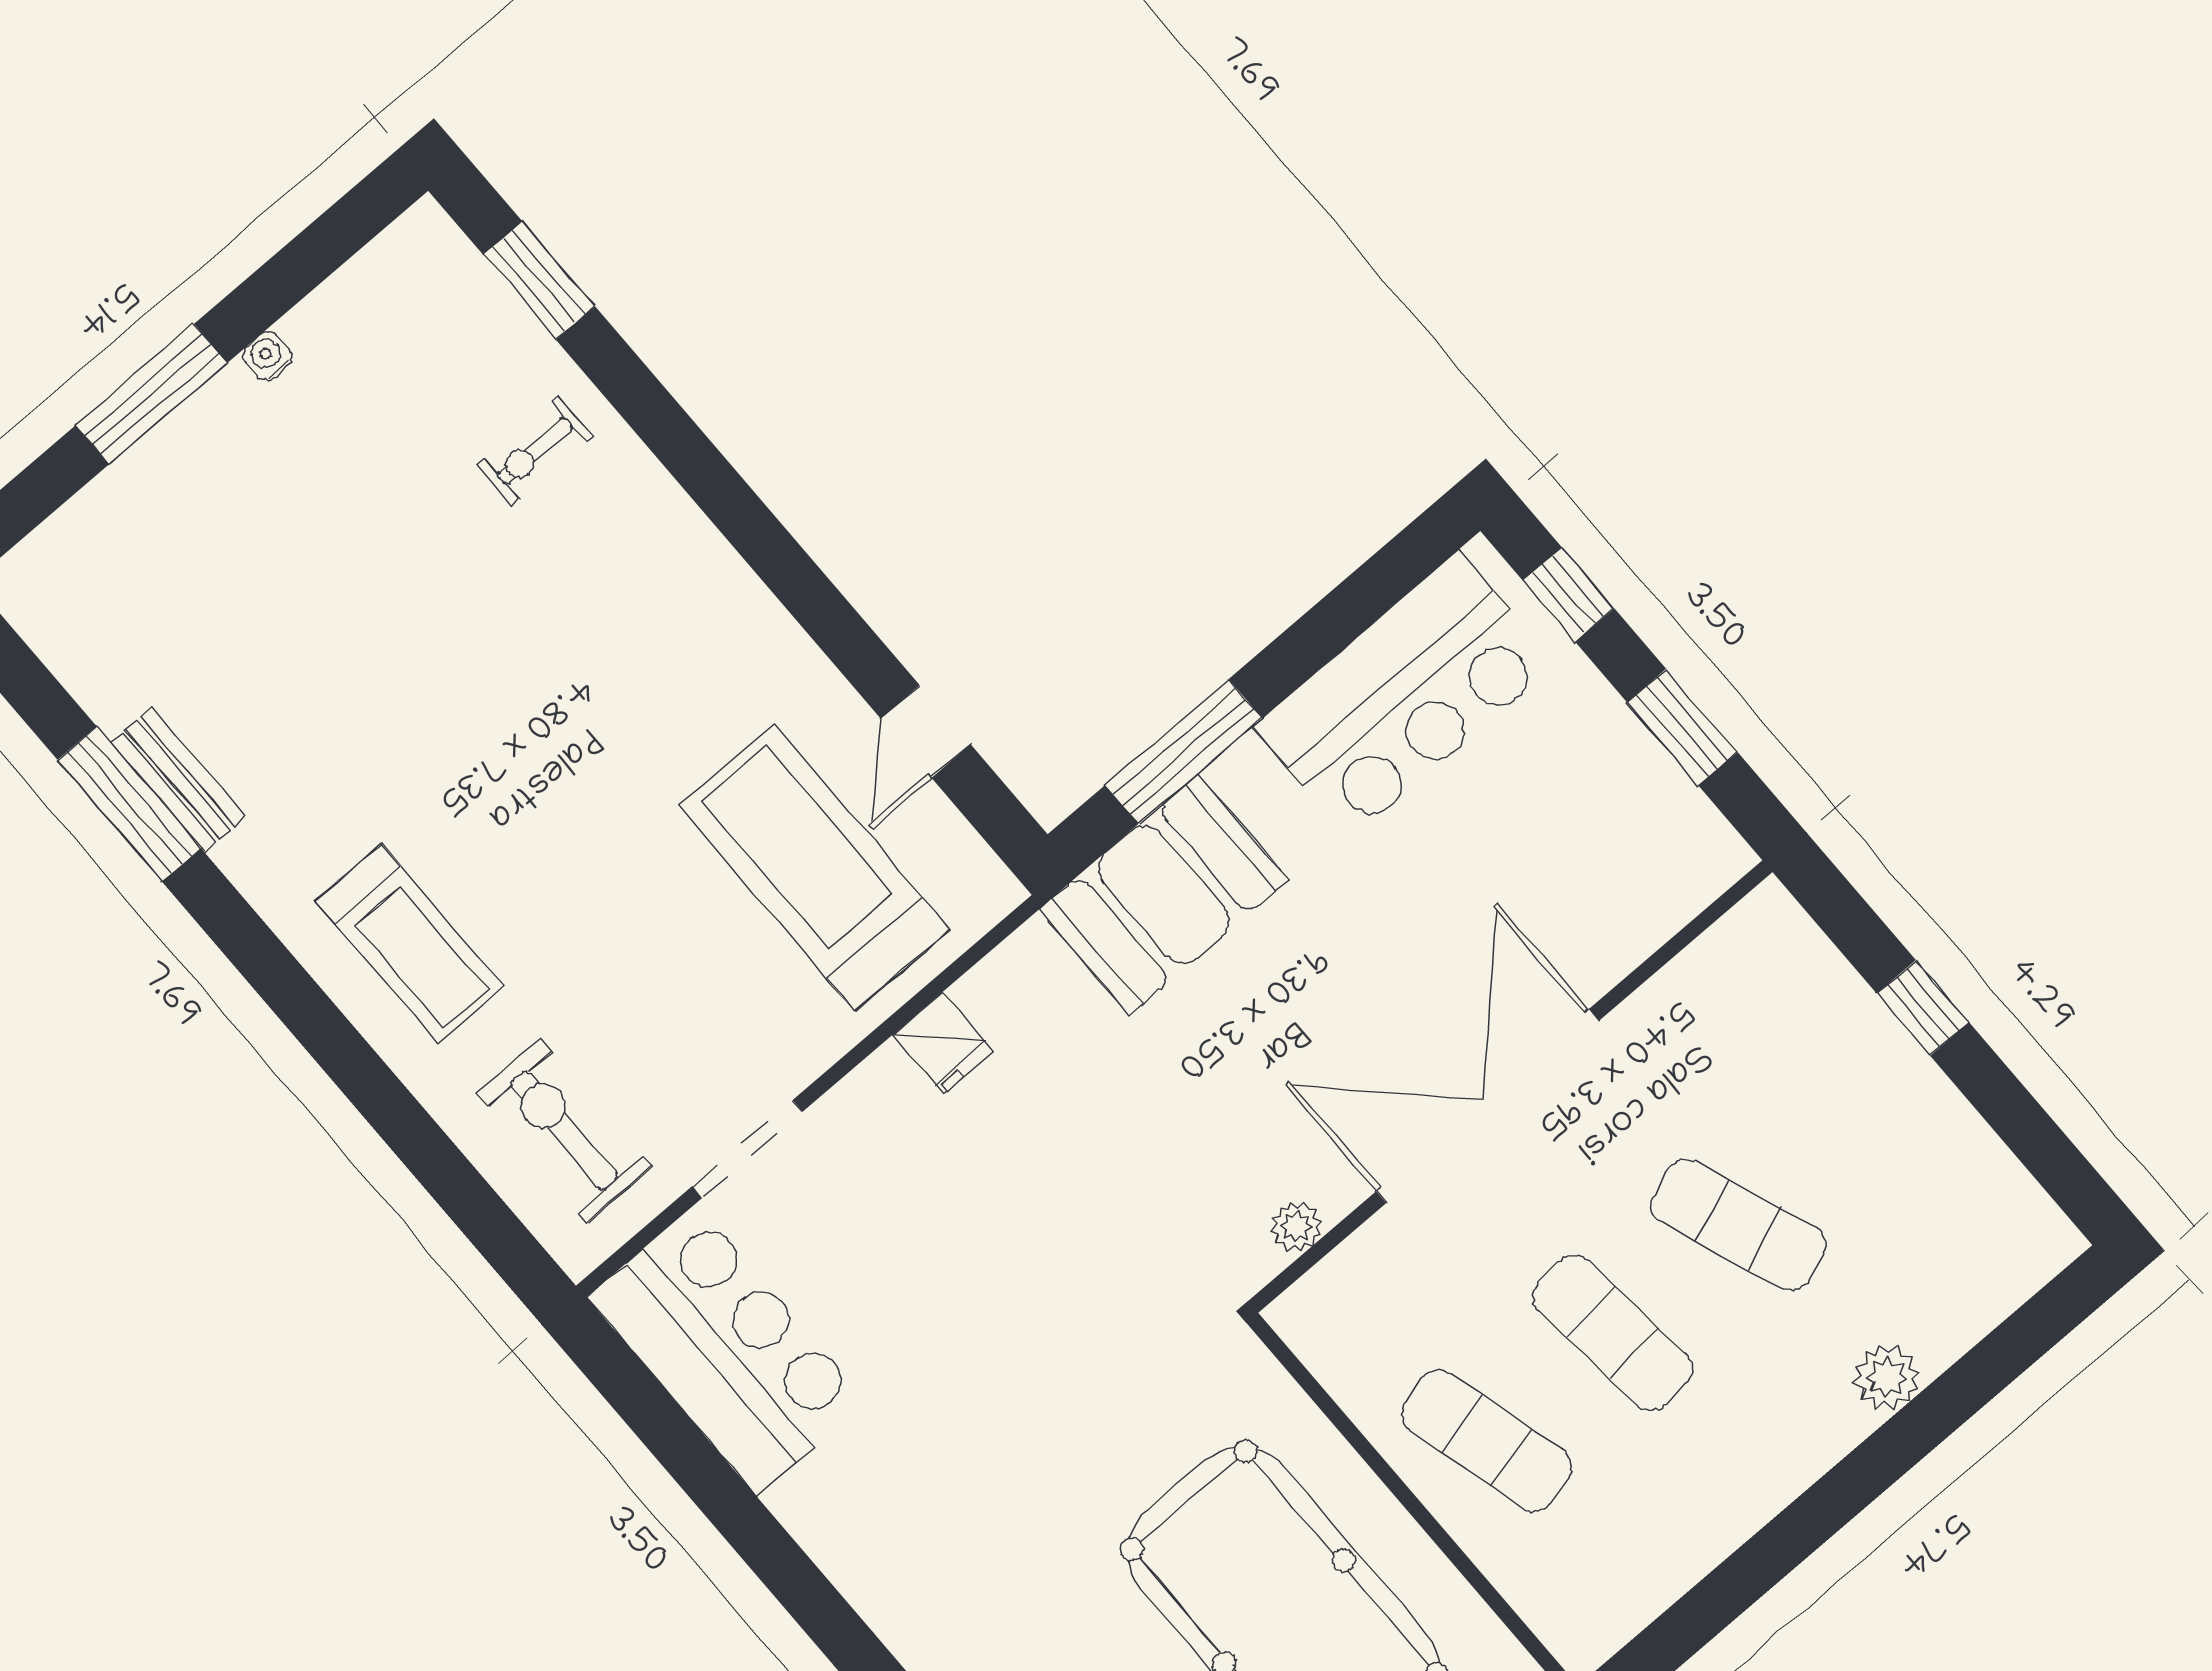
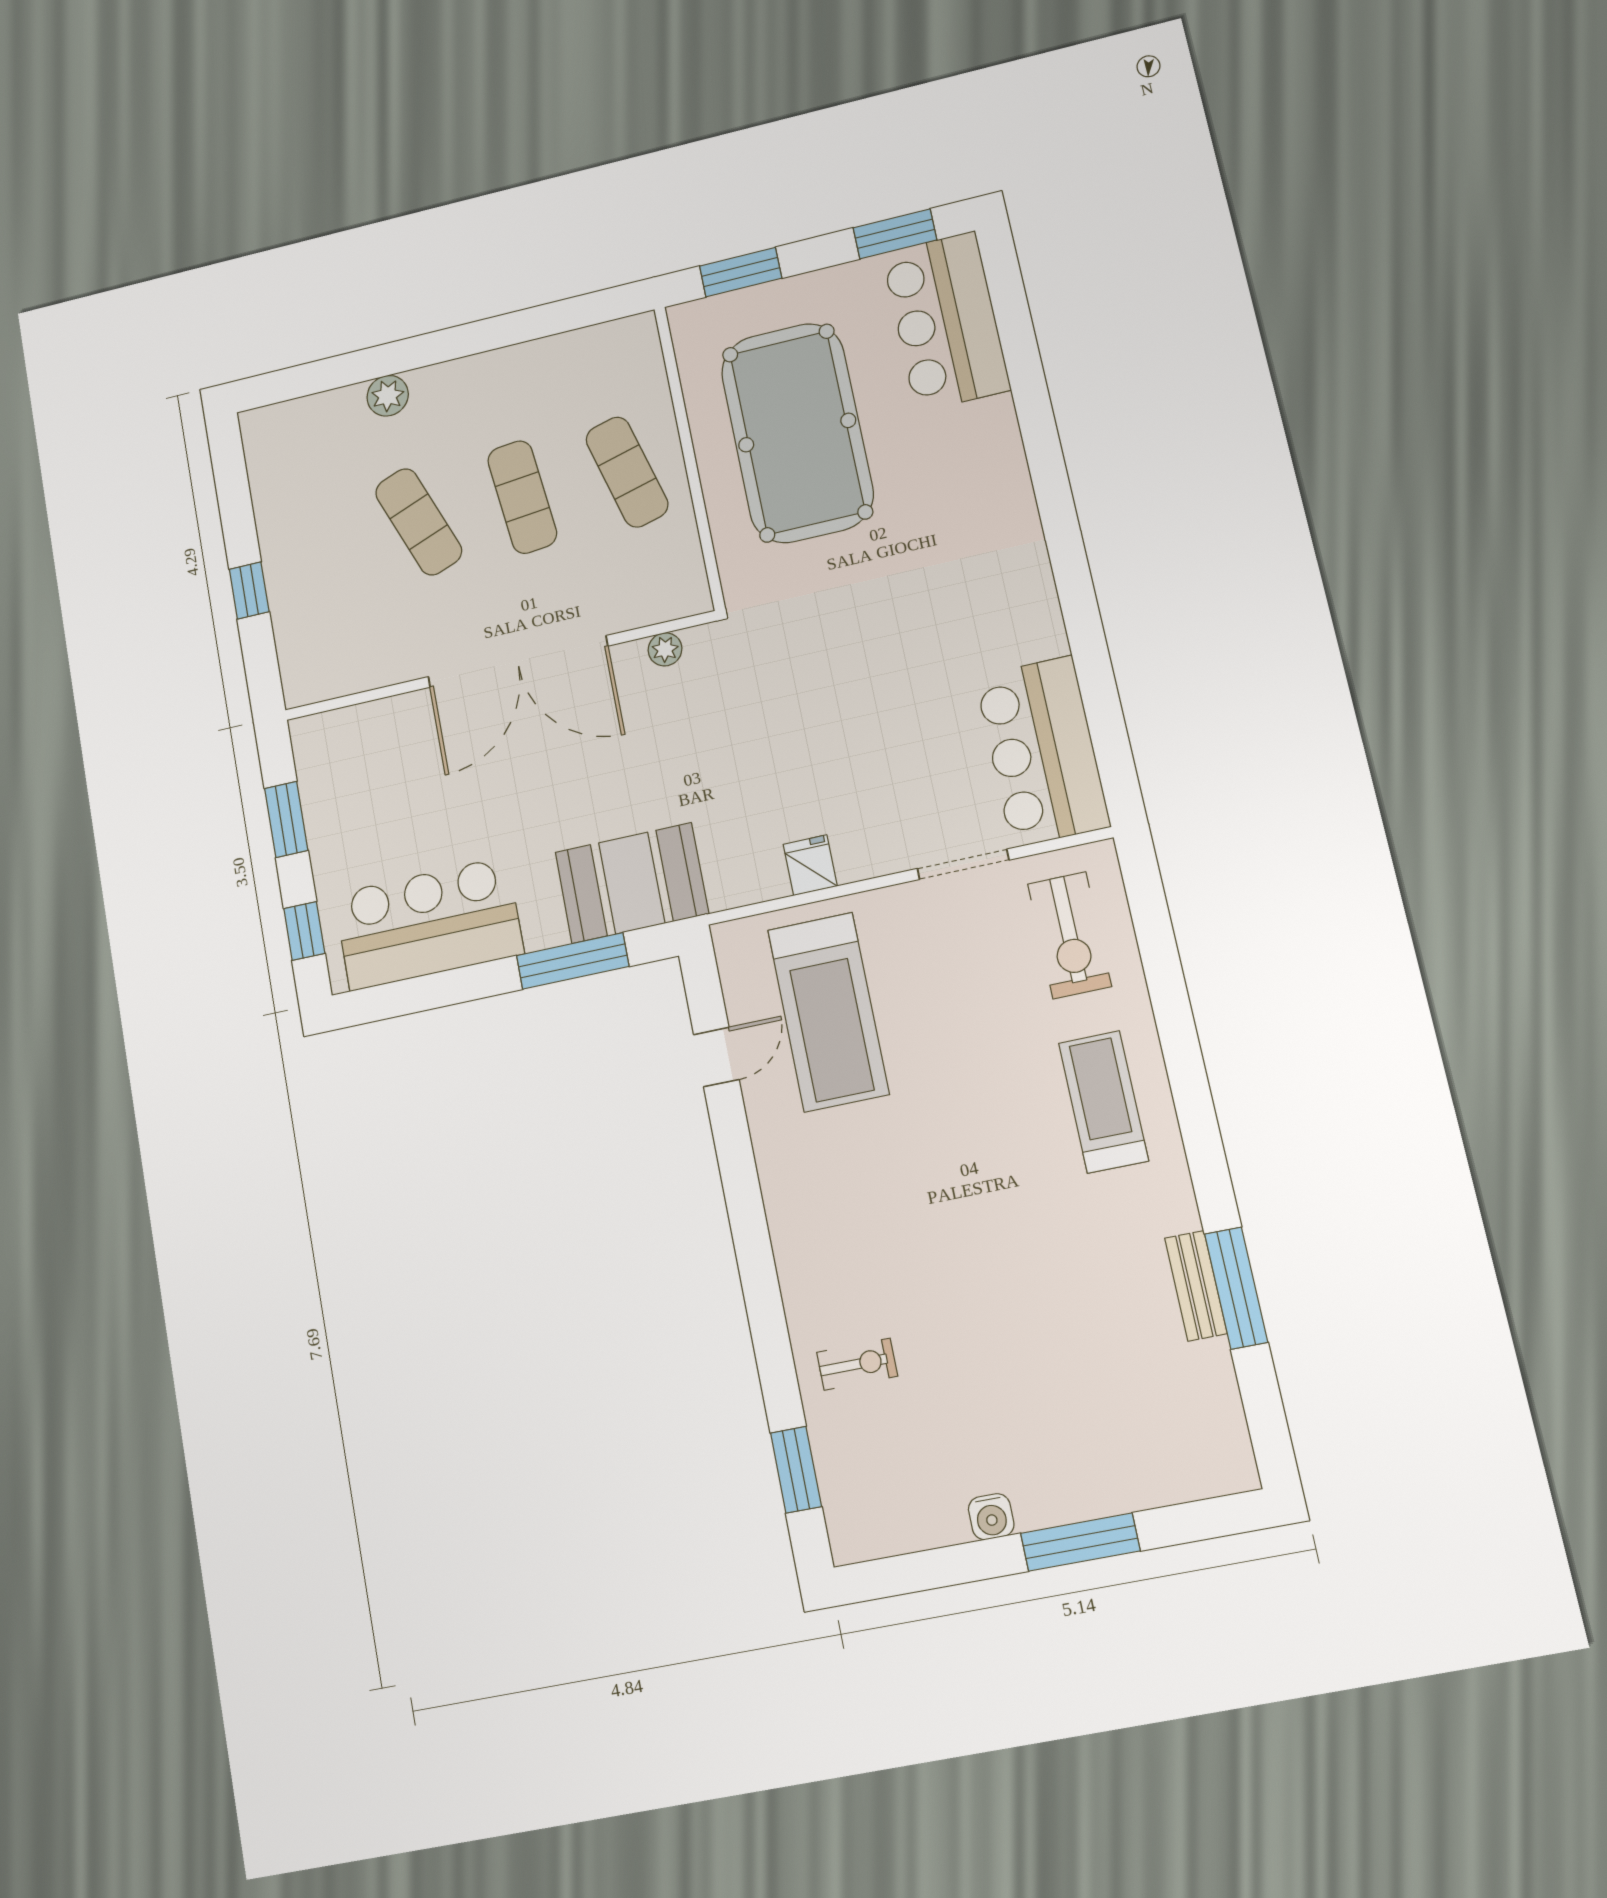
water cooler: (268, 356) -> (991, 1517), width x1.38, depth x1.38

